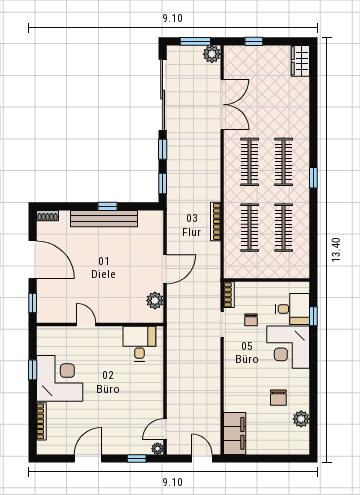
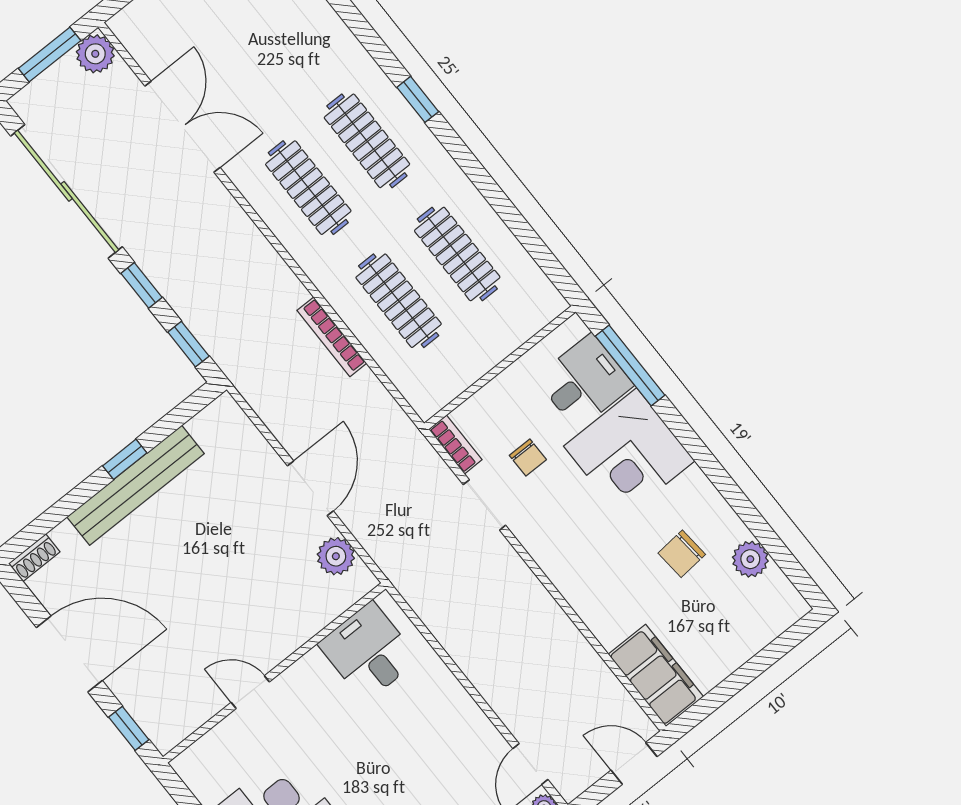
window: (313, 178) -> (418, 99), moved
window: (313, 316) -> (630, 366), width x2.17
chair: (278, 398) -> (682, 554), turned 85

